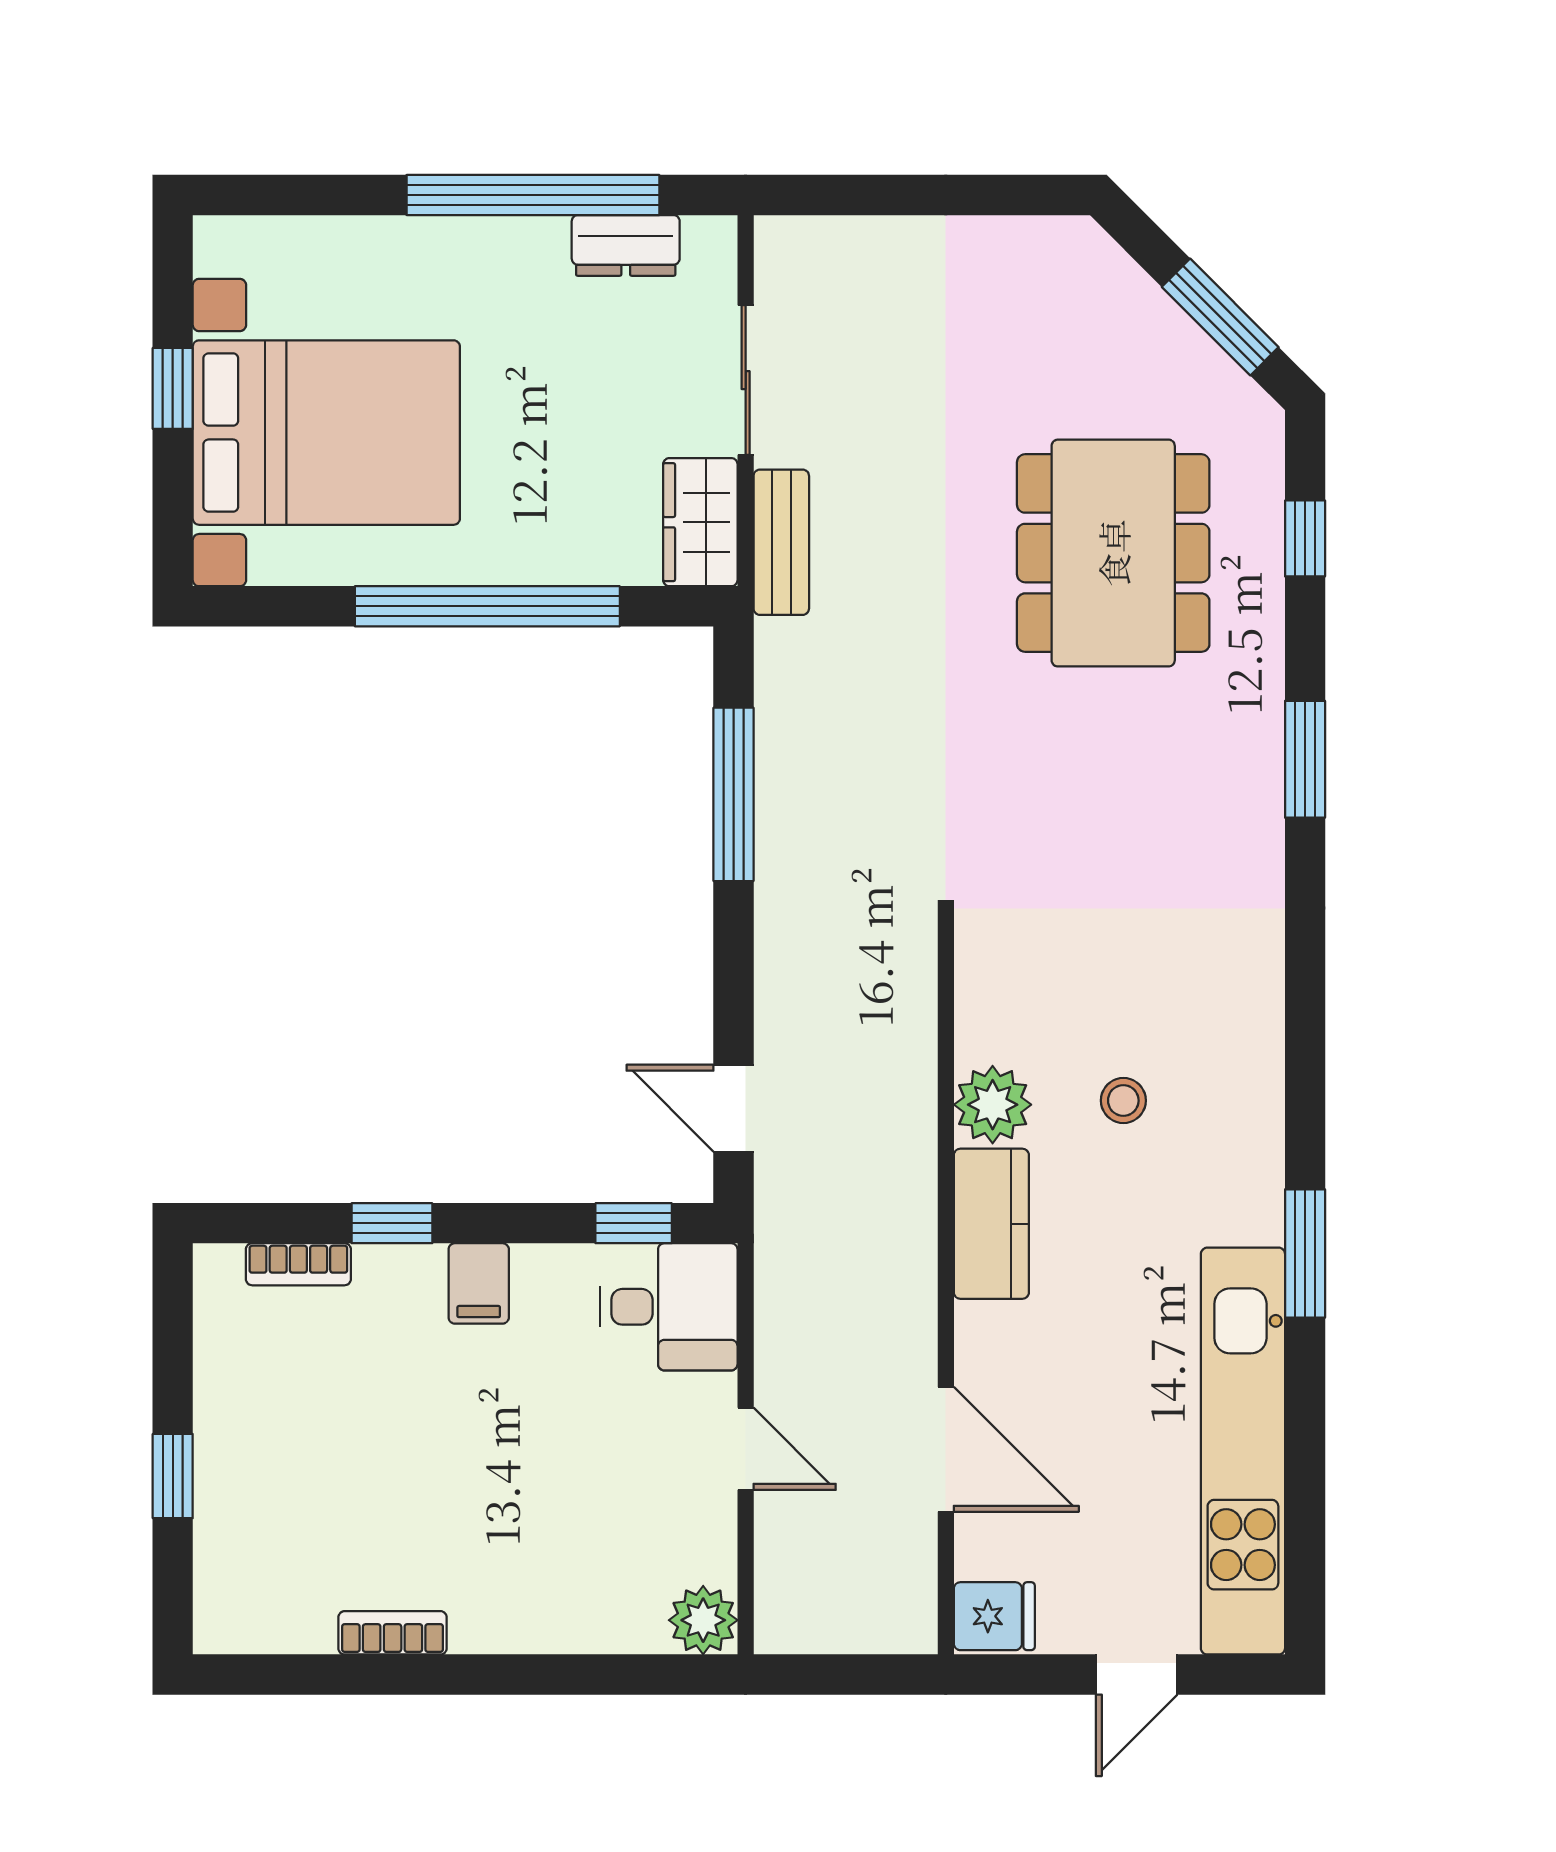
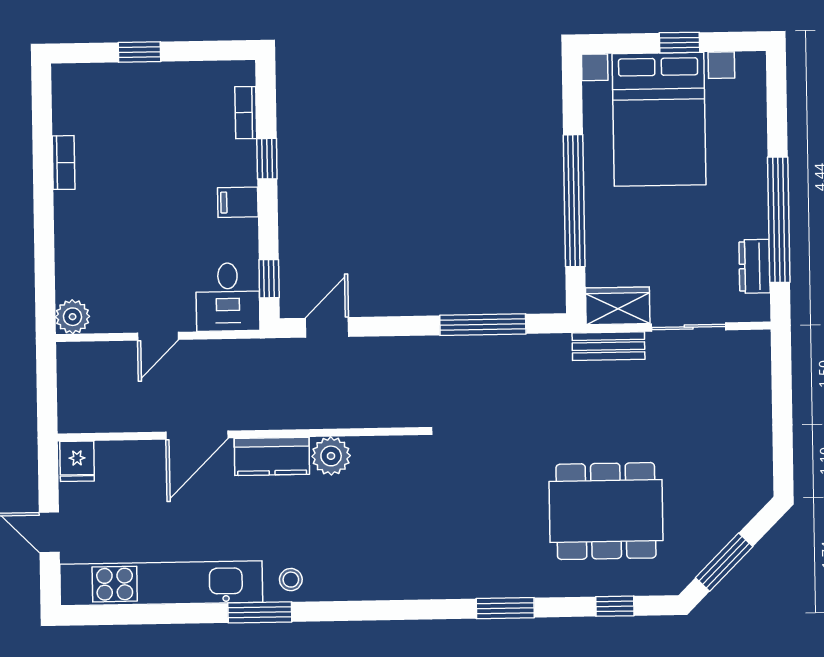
stool: (1123, 1101) -> (291, 580), moved
door: (946, 1449) -> (197, 435), moved

